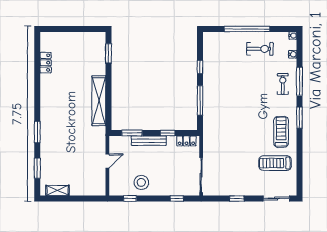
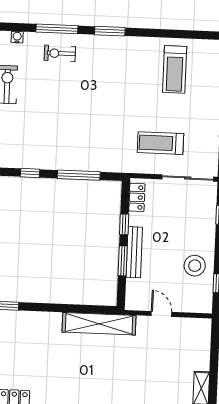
shelving: (99, 101) -> (99, 324), moved
treadmill: (281, 132) -> (160, 143), moved
window: (132, 133) -> (123, 261), moved

